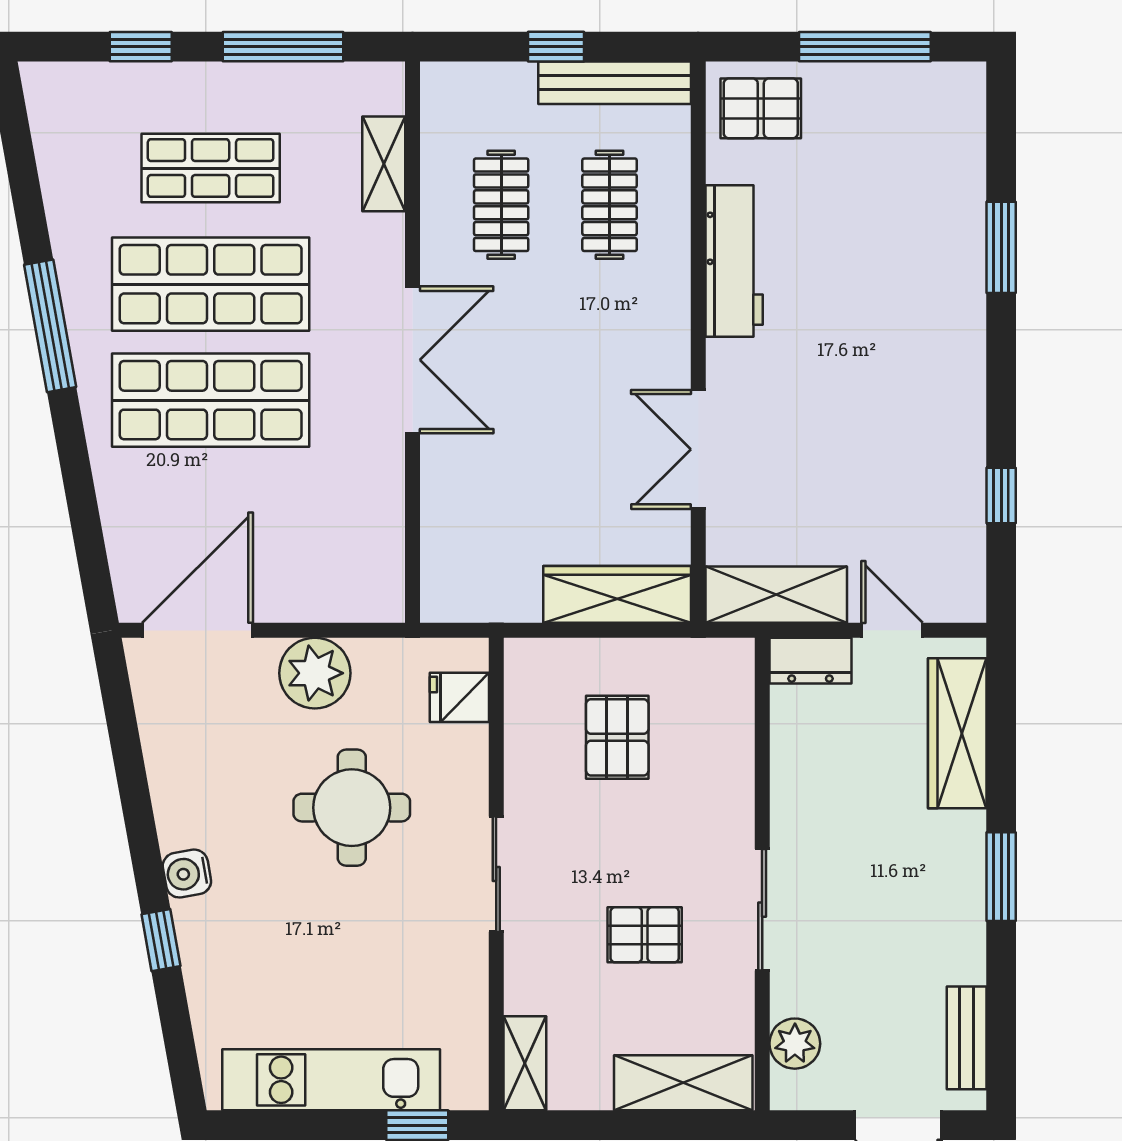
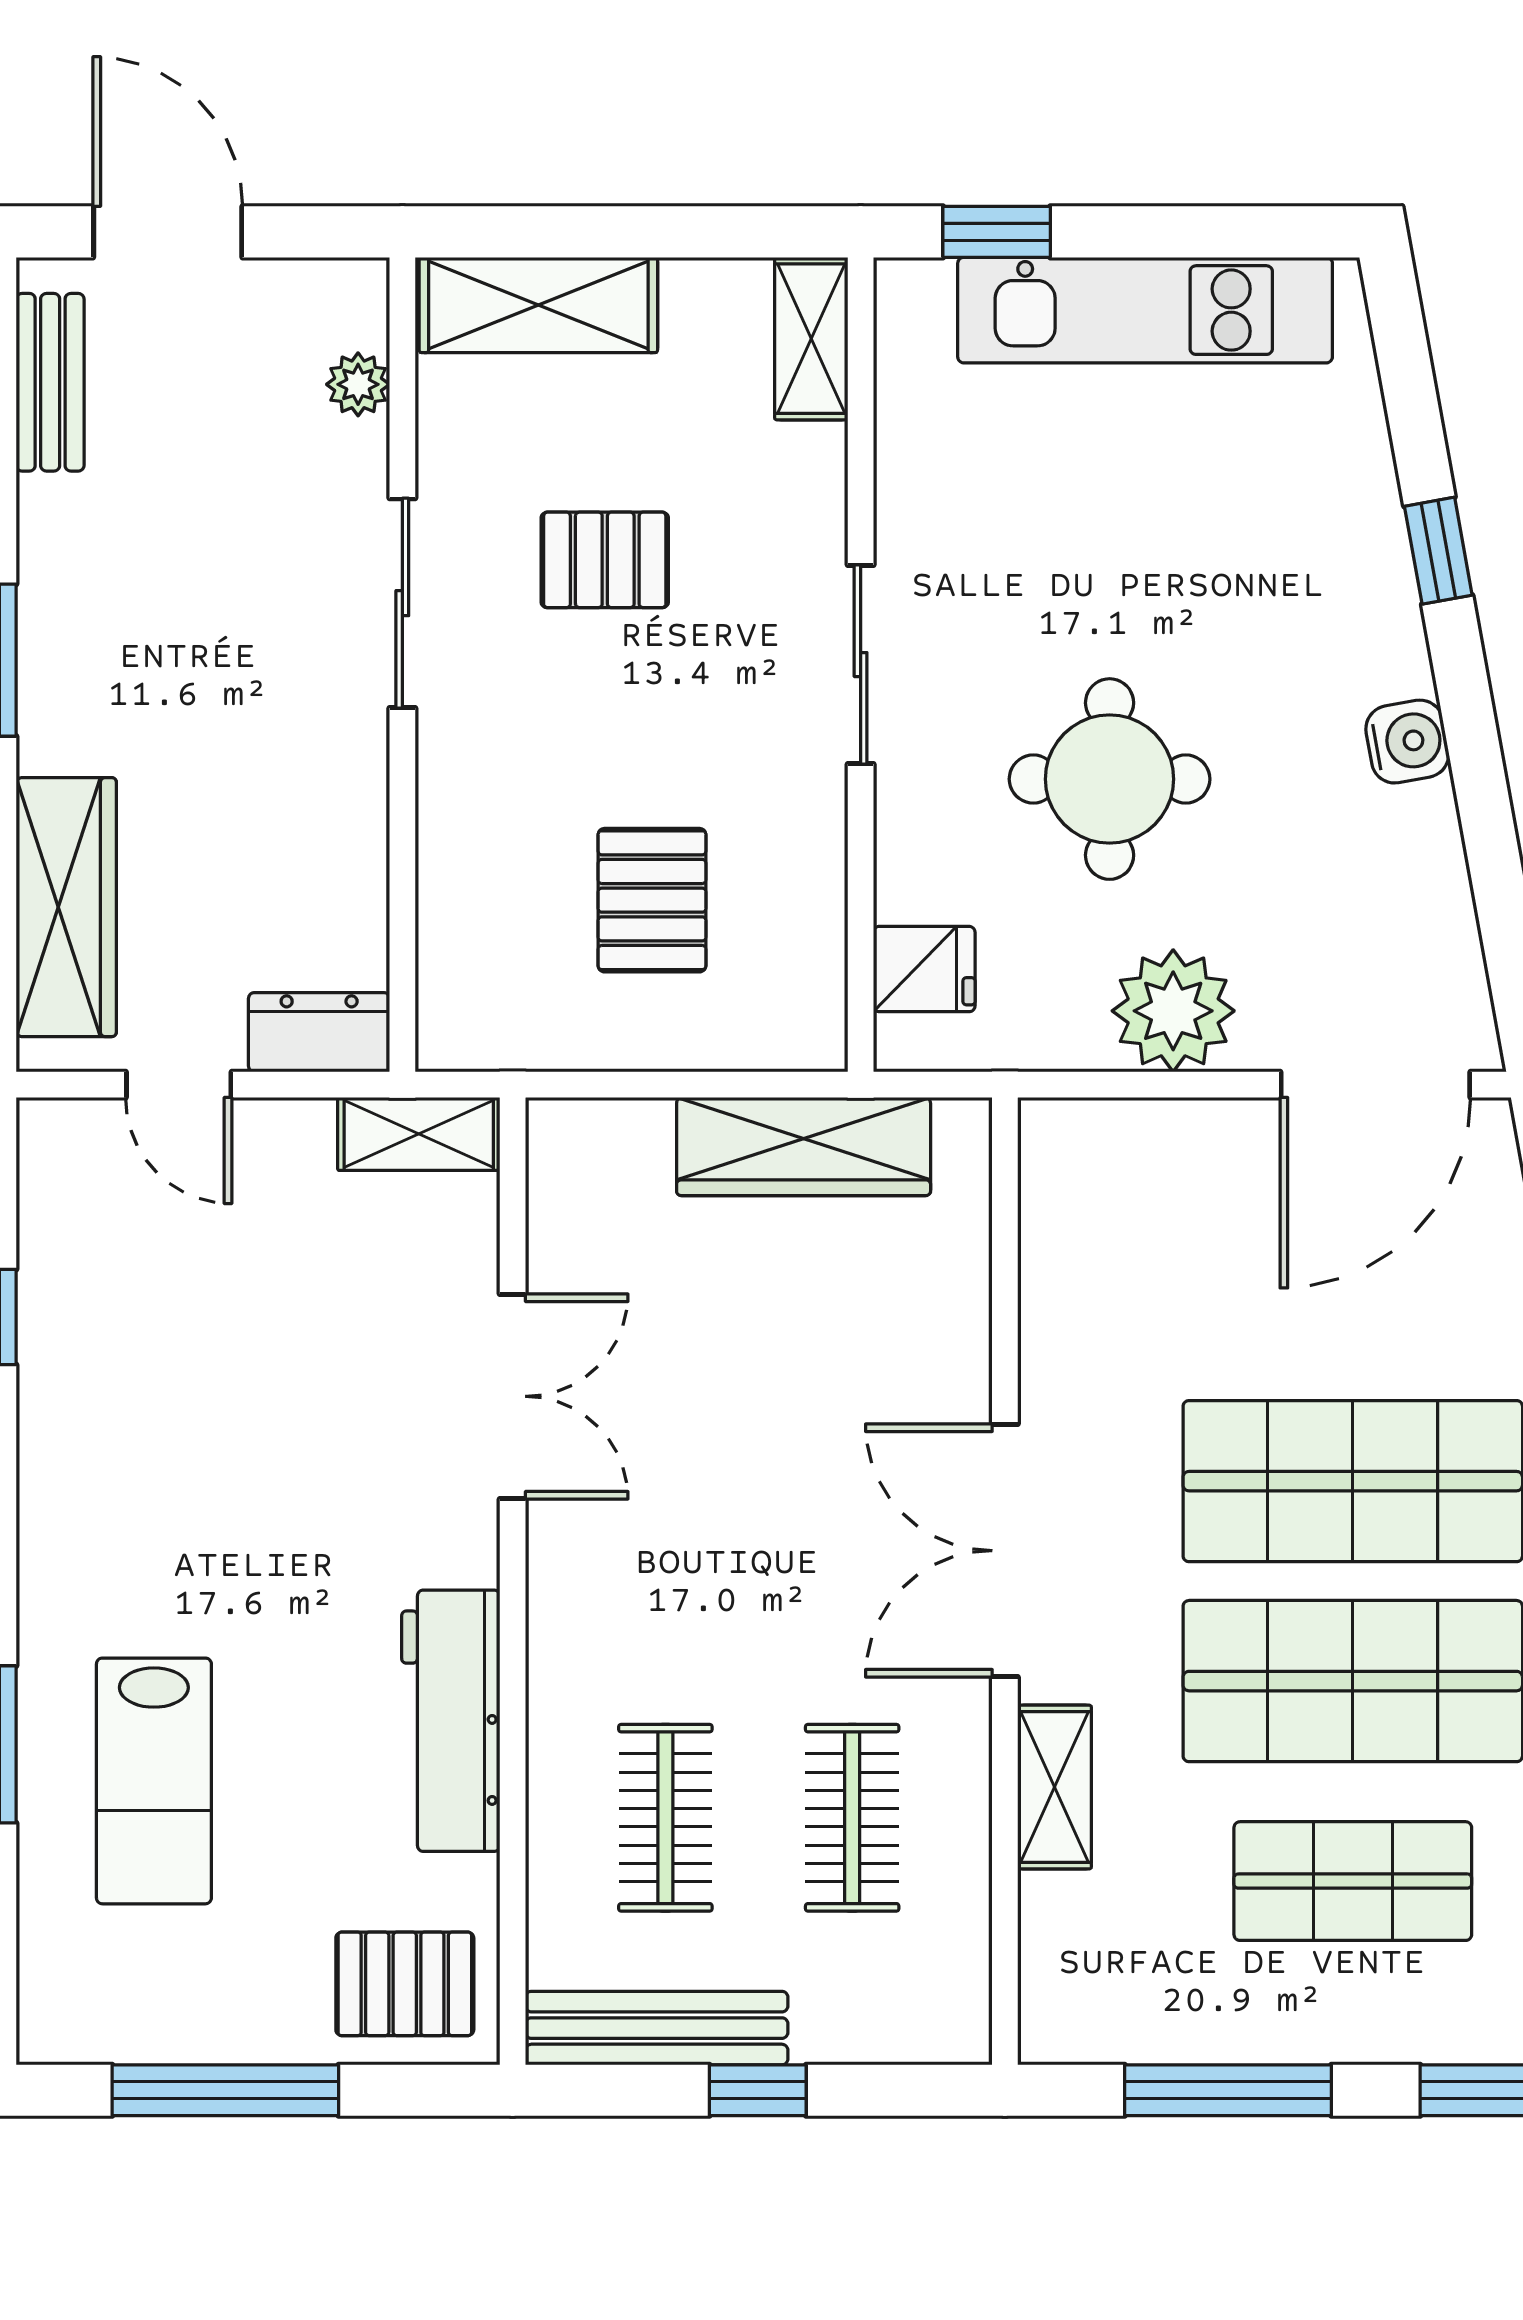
shelving: (384, 164) -> (1054, 1787), moved
lab bench: (906, 226) -> (154, 1781), added
wardrobe: (617, 594) -> (804, 1147), moved
shelving: (776, 595) -> (419, 1134), width x0.67, depth x0.75
water cooler: (187, 874) -> (1407, 742), moved
plant: (795, 1044) -> (358, 384), width x0.73, depth x0.73

